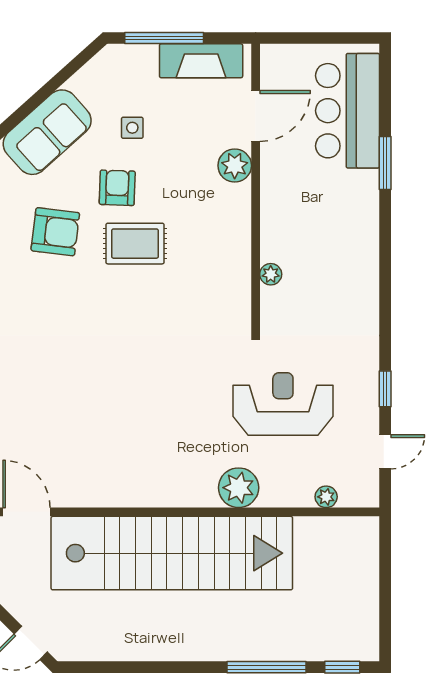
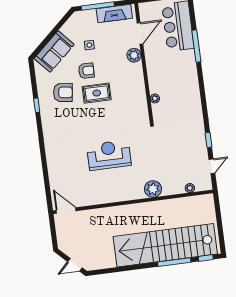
window: (385, 163) -> (196, 46), width x1.44
armchair: (117, 188) -> (86, 71), turned 88
reception desk: (283, 404) -> (109, 155), moved
stairs: (172, 553) -> (165, 245), moved, turned 180

